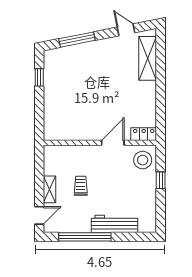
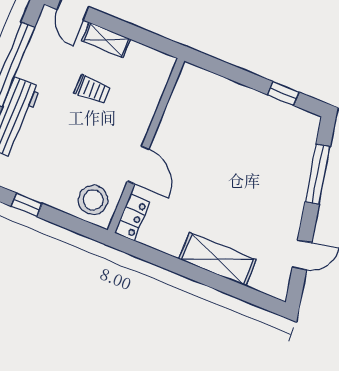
shelving: (148, 58) -> (218, 259), moved
window: (161, 180) -> (27, 205), moved

